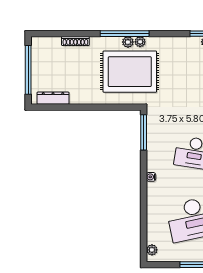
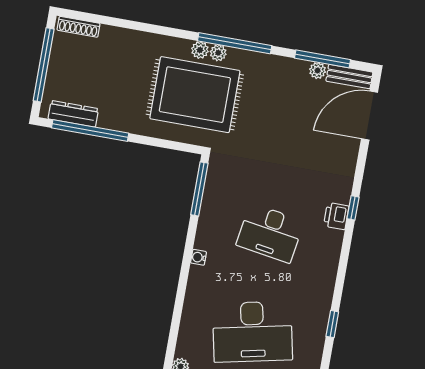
window: (125, 34) -> (235, 43), moved
shoe rack: (75, 41) -> (78, 27), moved
window: (66, 107) -> (90, 131), added

